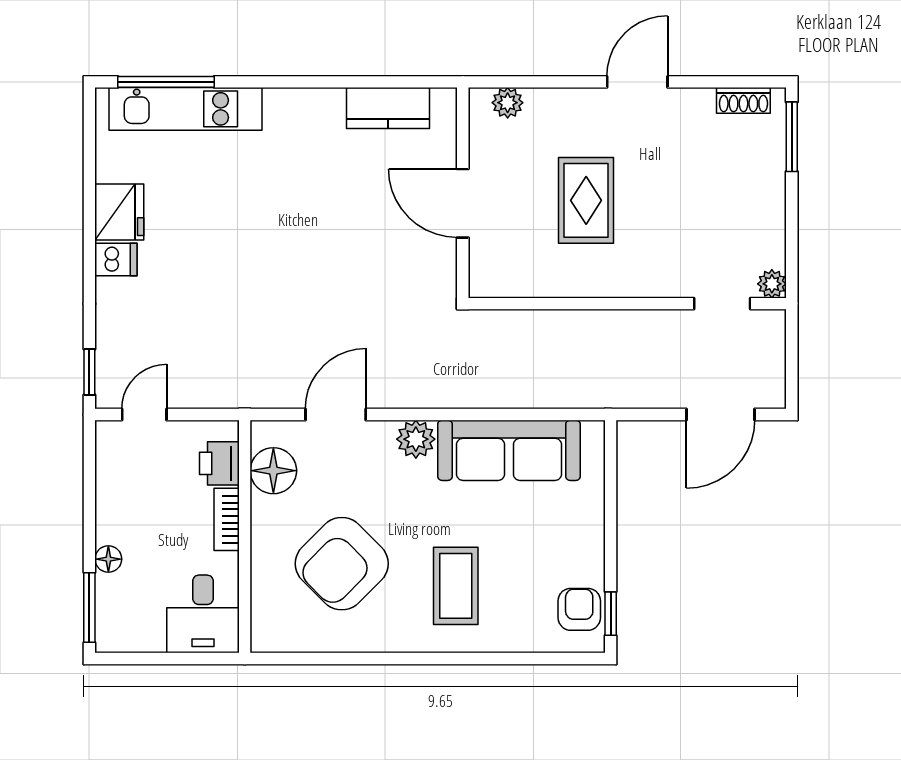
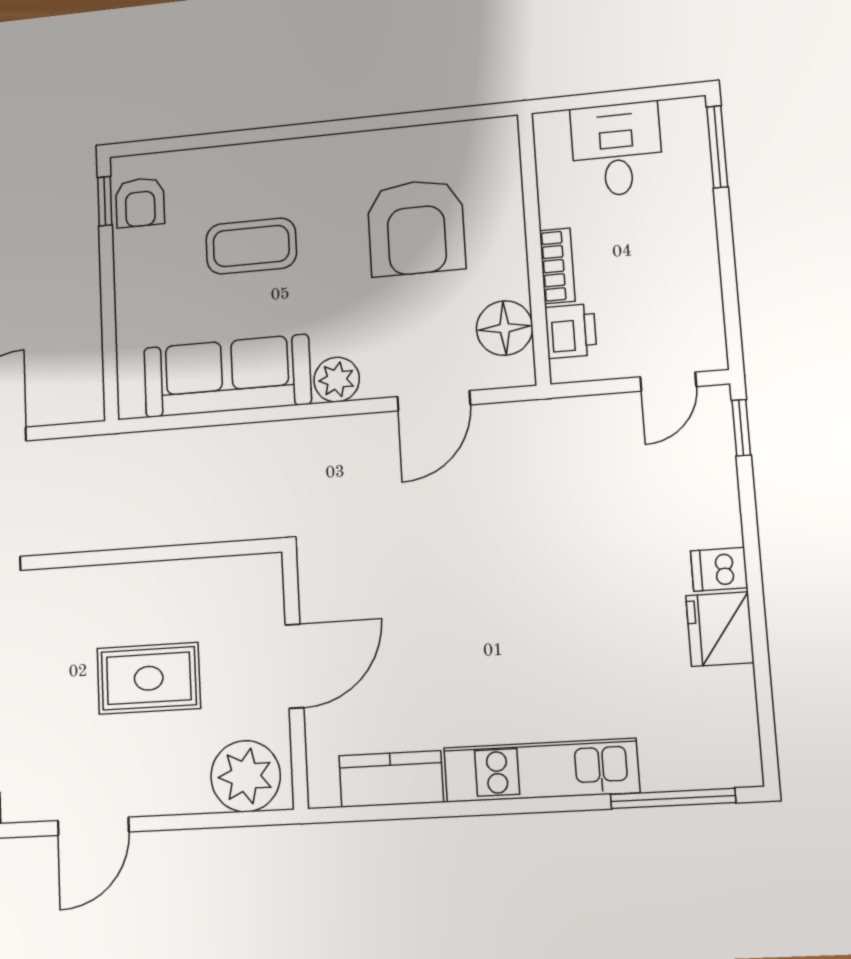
plant: (508, 103) -> (246, 776), width x1.87, depth x1.87
kitchen unit: (185, 109) -> (541, 770), moved
rug: (586, 200) -> (149, 678), turned 90
door: (463, 203) -> (294, 666), hinge flipped
floor lamp: (108, 559) -> (699, 206), removed
armchair: (342, 564) -> (416, 227), turned 135
coffee table: (456, 586) -> (251, 246), moved, turned 90
desk: (203, 614) -> (617, 149), moved

